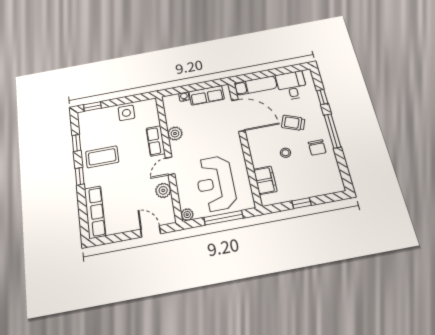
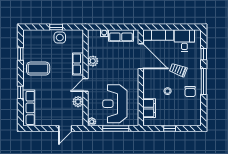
window: (92, 106) -> (56, 27), moved
window: (80, 176) -> (20, 92), moved
door: (151, 231) -> (65, 128), swing flipped

